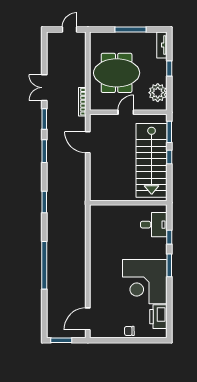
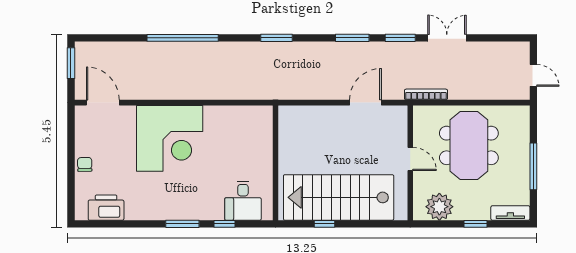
window: (169, 132) -> (381, 224), removed
window: (169, 157) -> (325, 224), moved
corner desk: (145, 282) -> (170, 138), moved, turned 180

